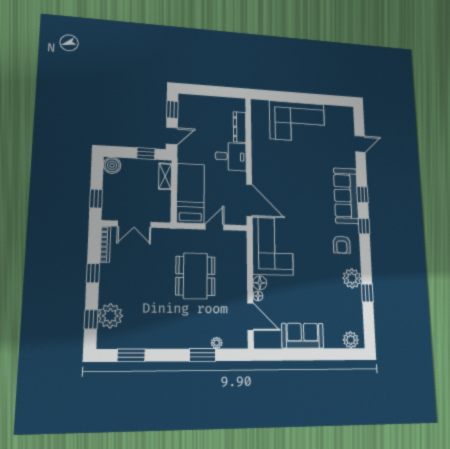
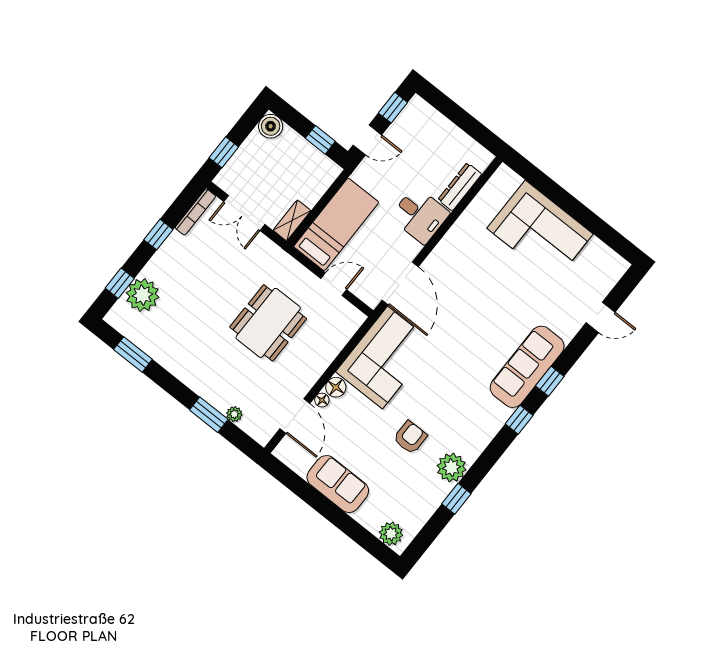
shelving: (165, 176) -> (292, 220), moved
armchair: (342, 245) -> (410, 437), moved, turned 180

